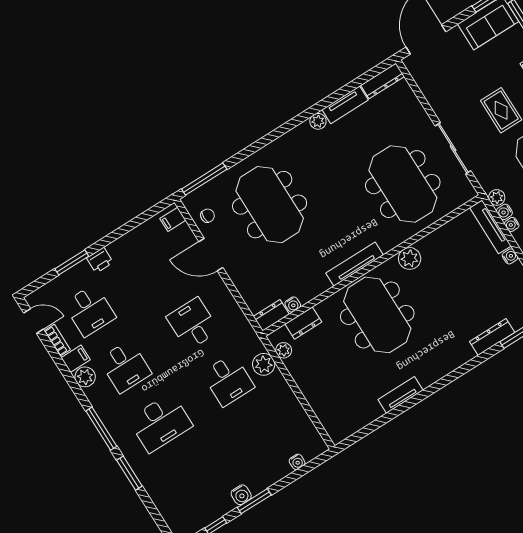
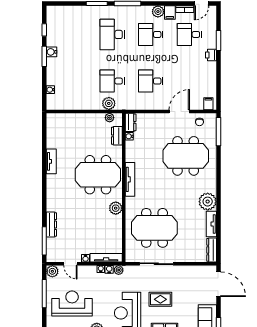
plant: (318, 121) -> (208, 202), width x1.88, depth x1.88
desk: (193, 324) -> (151, 81), turned 180

